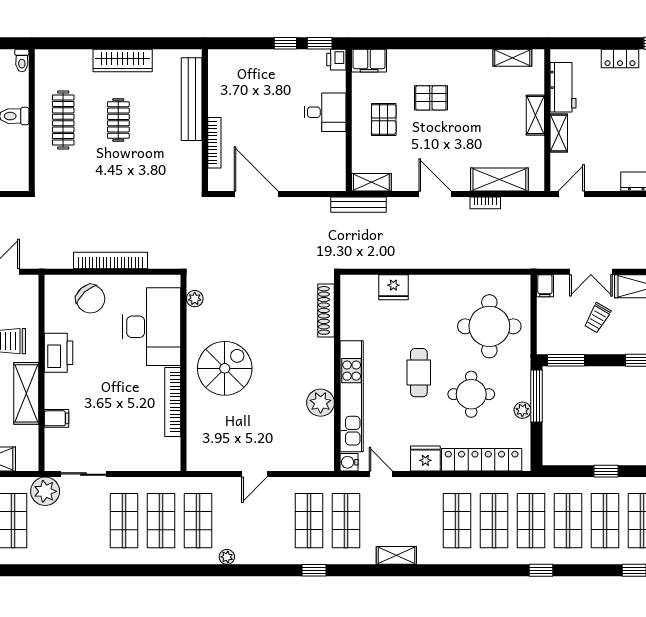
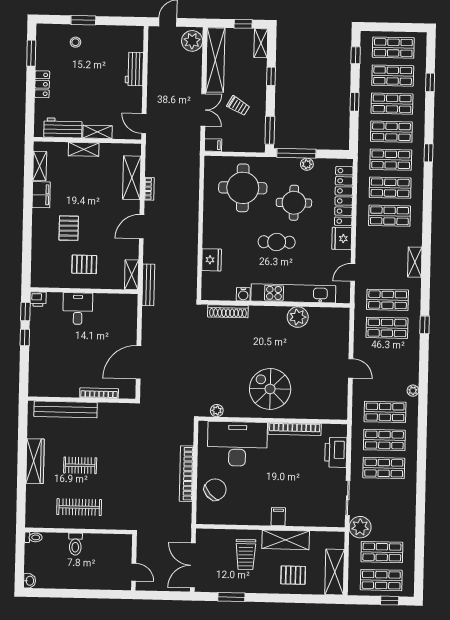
filing cabinet: (369, 61) -> (41, 195), moved
printer: (59, 353) -> (336, 452), moved, turned -90
filing cabinet: (57, 418) -> (278, 517), moved
water cooler: (349, 462) -> (243, 294), moved

